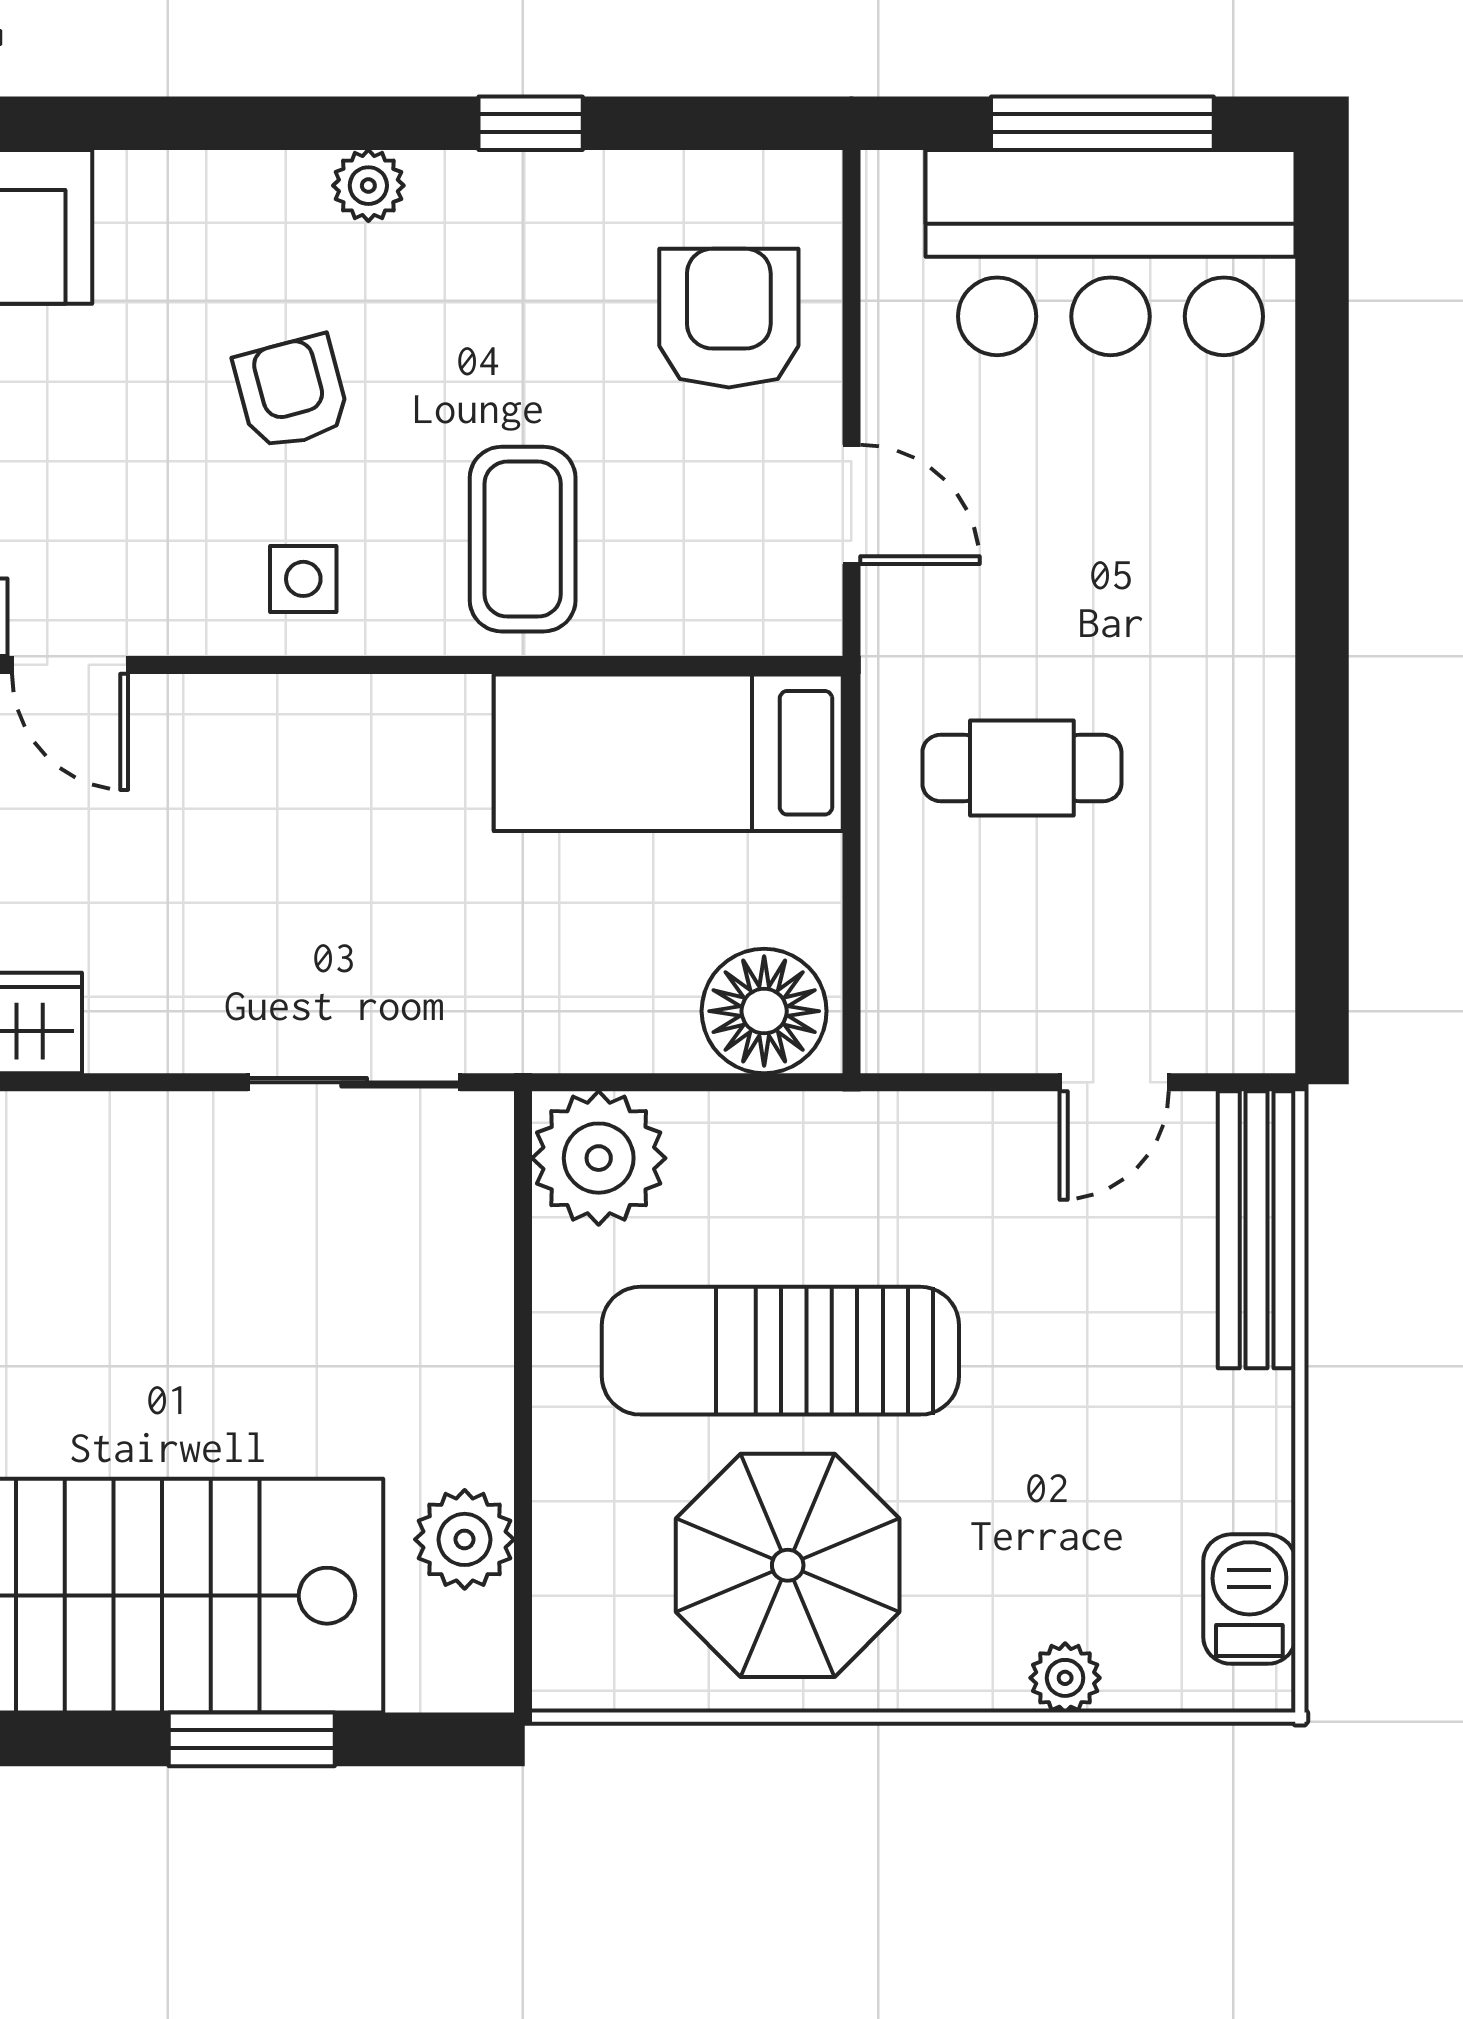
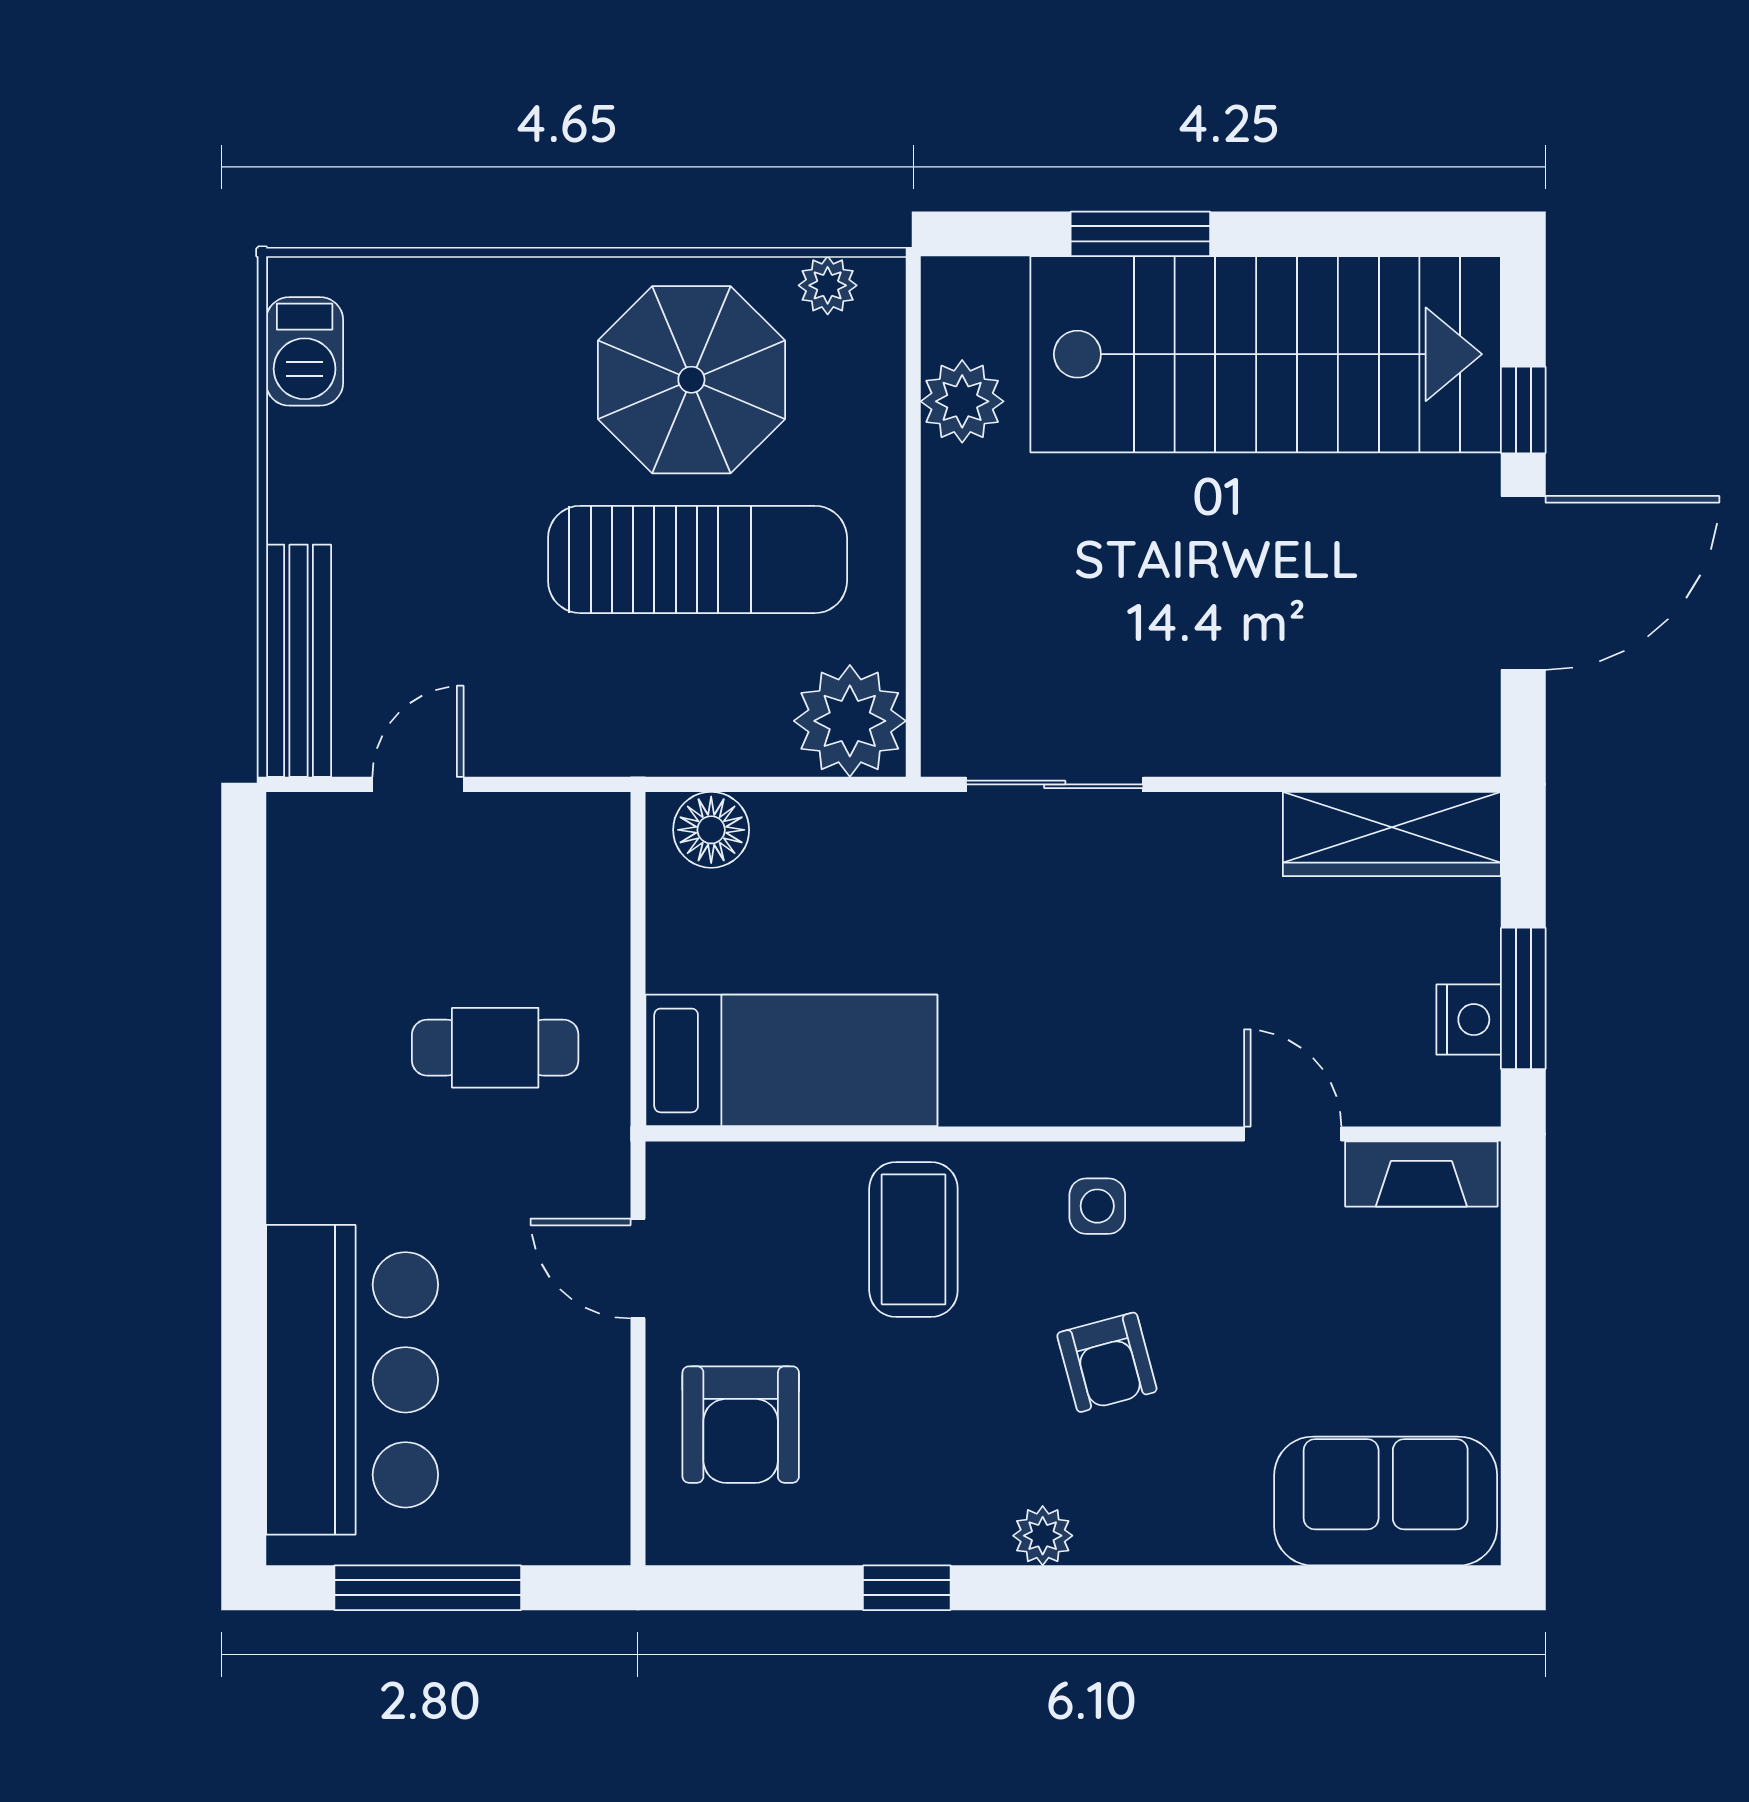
bar counter: (1111, 253) -> (352, 1380), moved, turned 90
floor lamp: (764, 1011) -> (711, 830), width x0.73, depth x0.73
plant: (1065, 1678) -> (828, 285), moved

